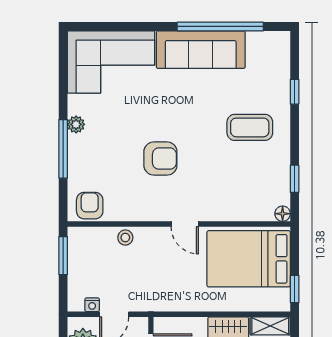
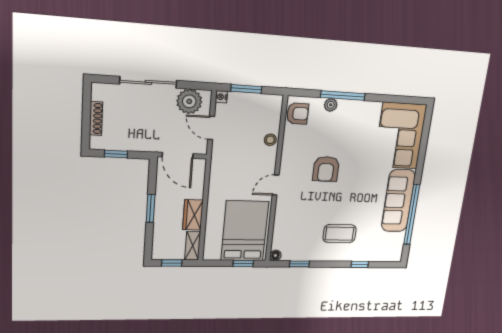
plant: (76, 124) -> (331, 105), moved
coffee table: (250, 127) -> (340, 234), turned 90
window: (63, 256) -> (246, 89), moved
window: (295, 289) -> (243, 264), moved
nightstand: (92, 305) -> (221, 97), moved

